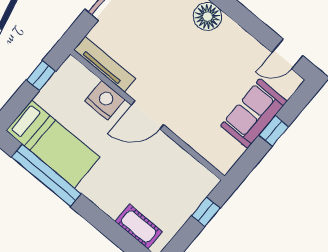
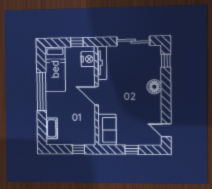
nightstand: (105, 100) -> (88, 59), moved
sofa: (254, 114) -> (107, 130), moved, turned 90
window: (46, 175) -> (41, 92), moved

